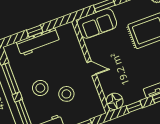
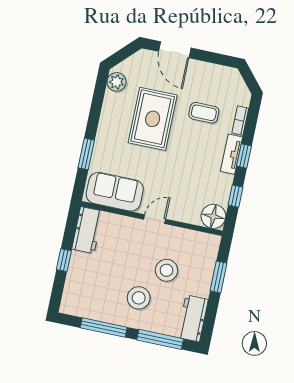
sofa: (97, 23) -> (115, 192), moved, turned -90
workbench: (38, 42) -> (87, 230), moved, width x0.73

